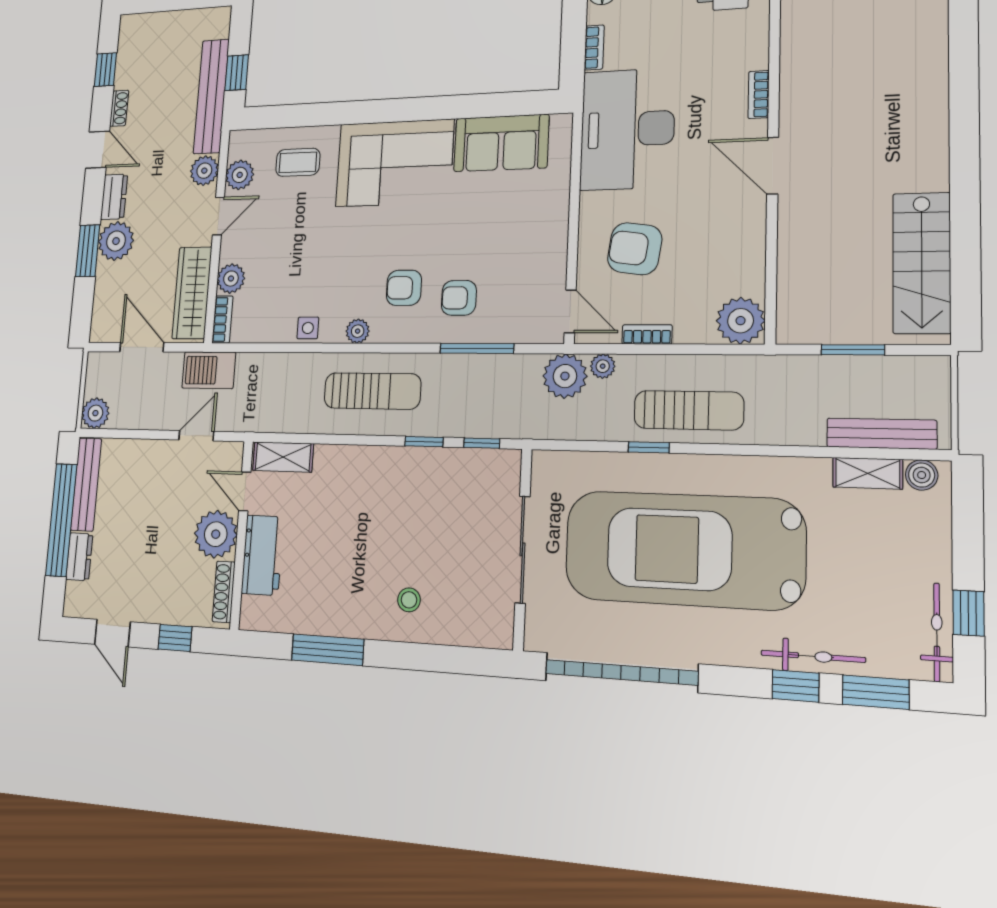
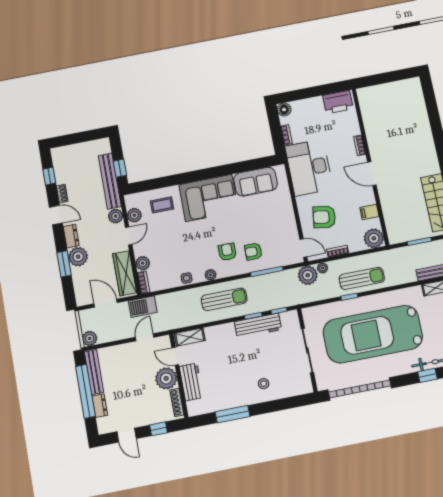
filing cabinet: (745, 256) -> (369, 212), added
armchair: (404, 288) -> (227, 252), turned 90
workbench: (429, 466) -> (258, 326), added

